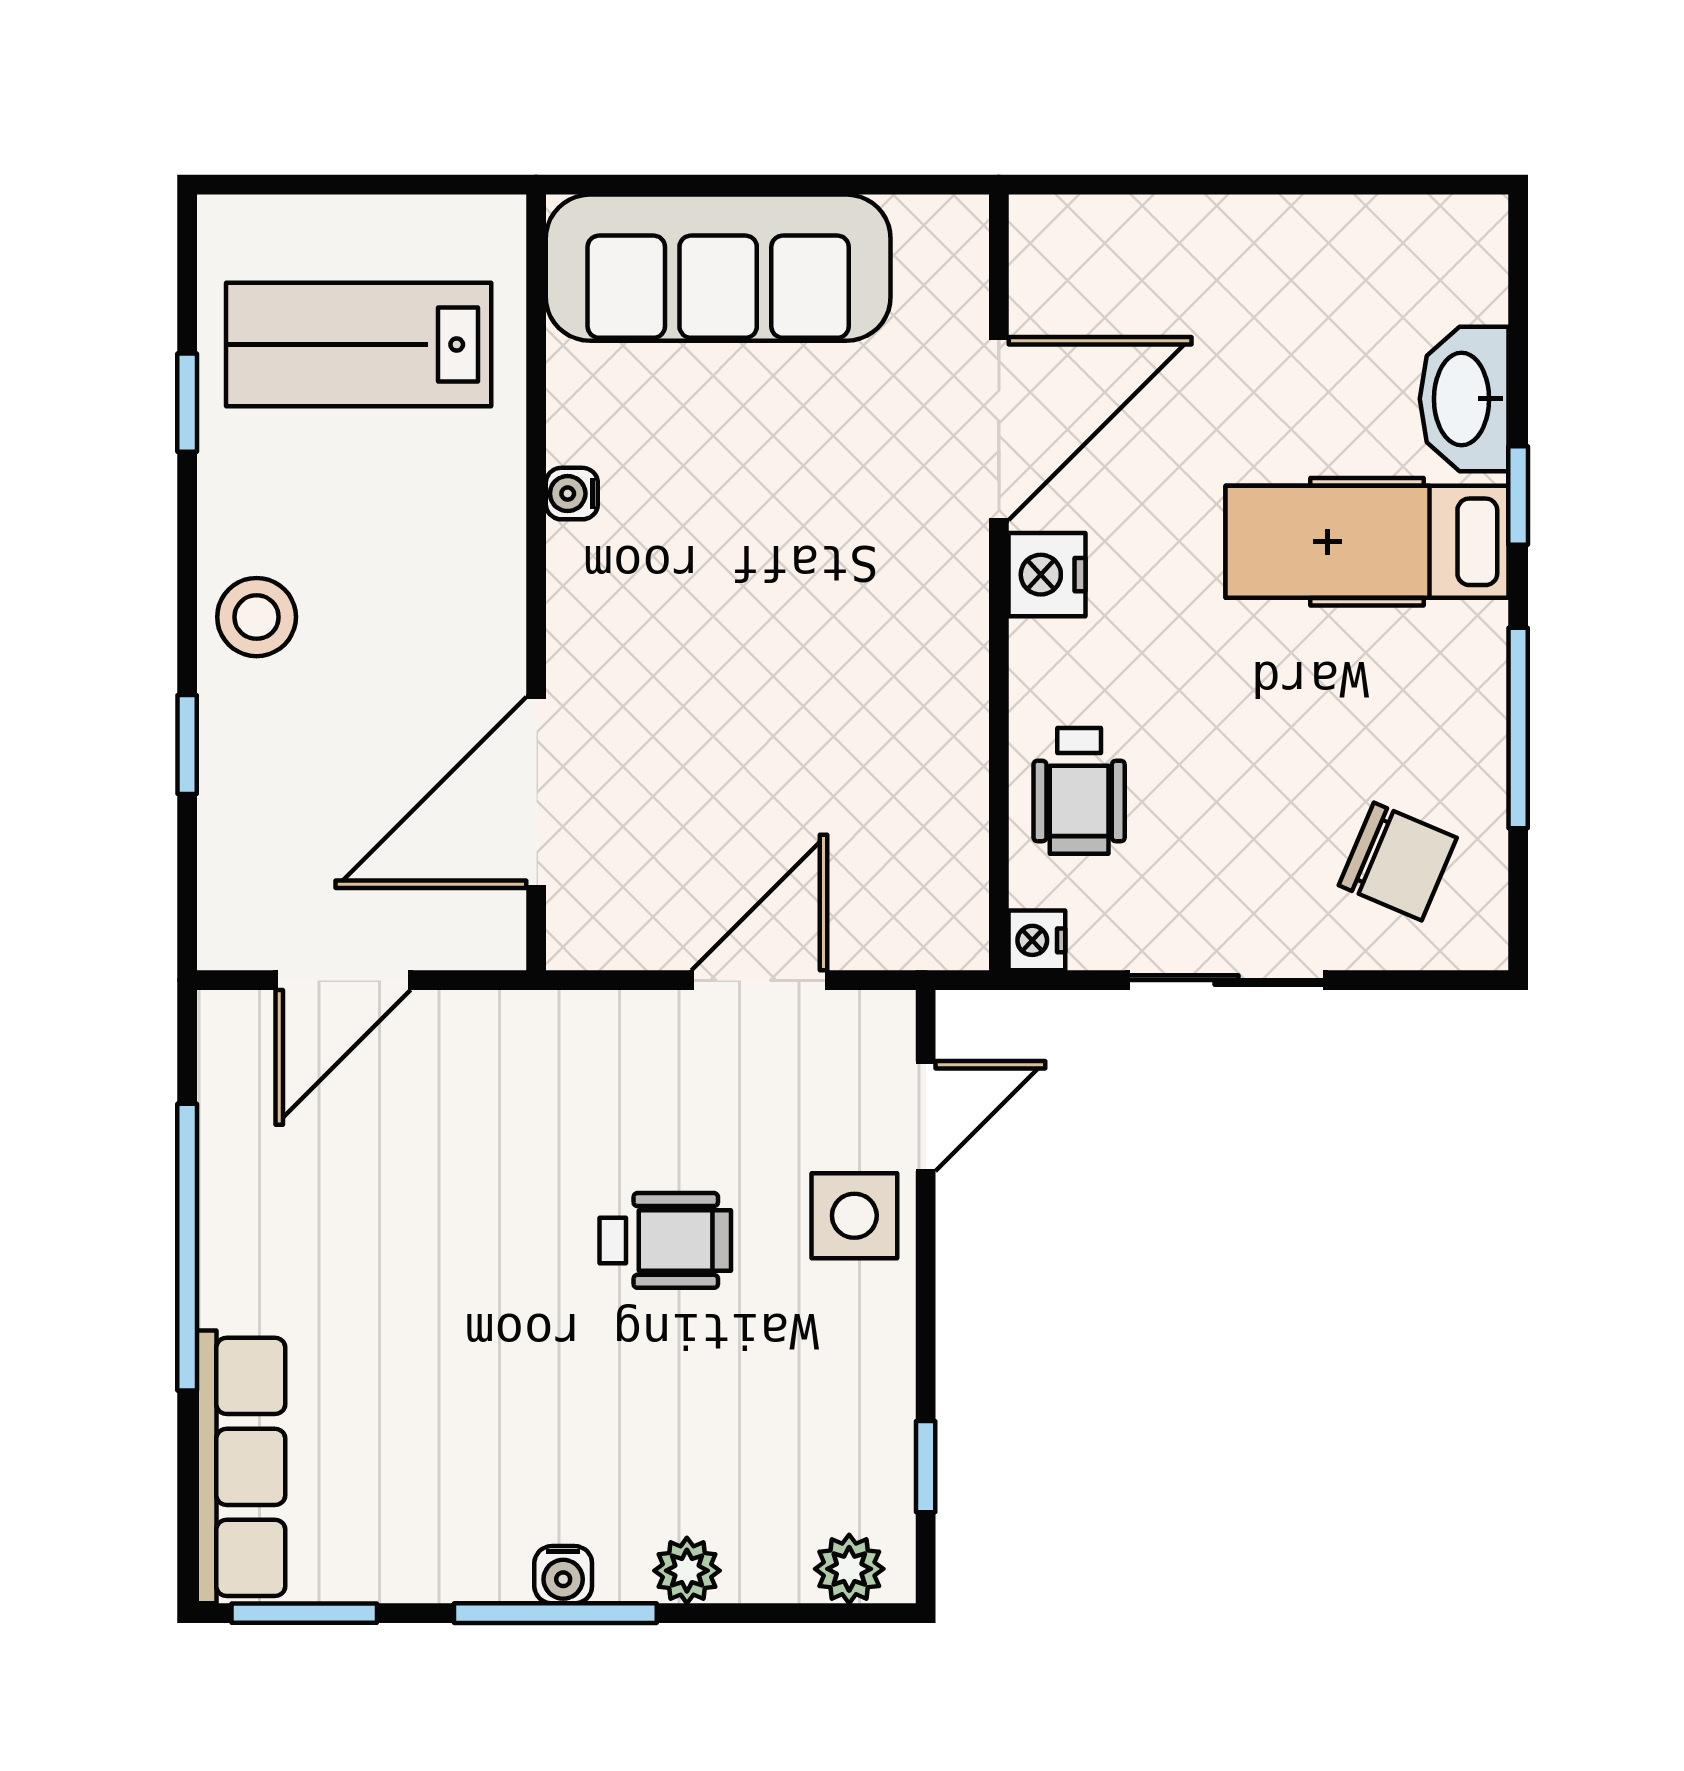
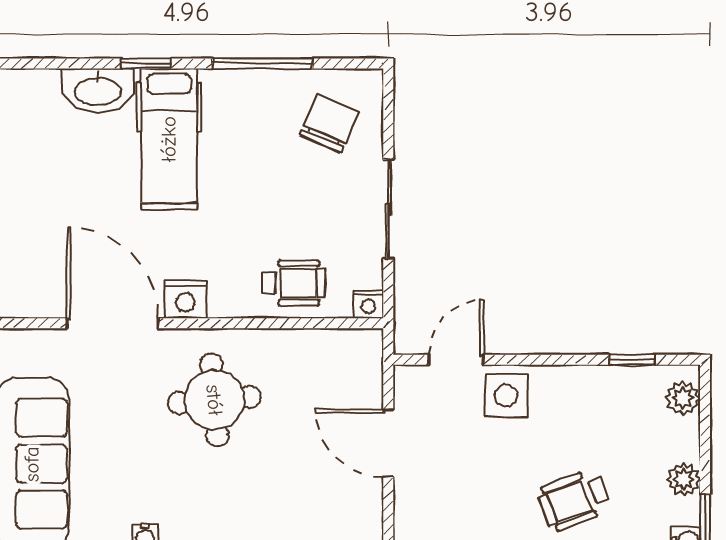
round table: (846, 632) -> (214, 400), added
door: (926, 1116) -> (456, 360), hinge flipped
wheelchair: (665, 1240) -> (574, 500), moved, turned -111

